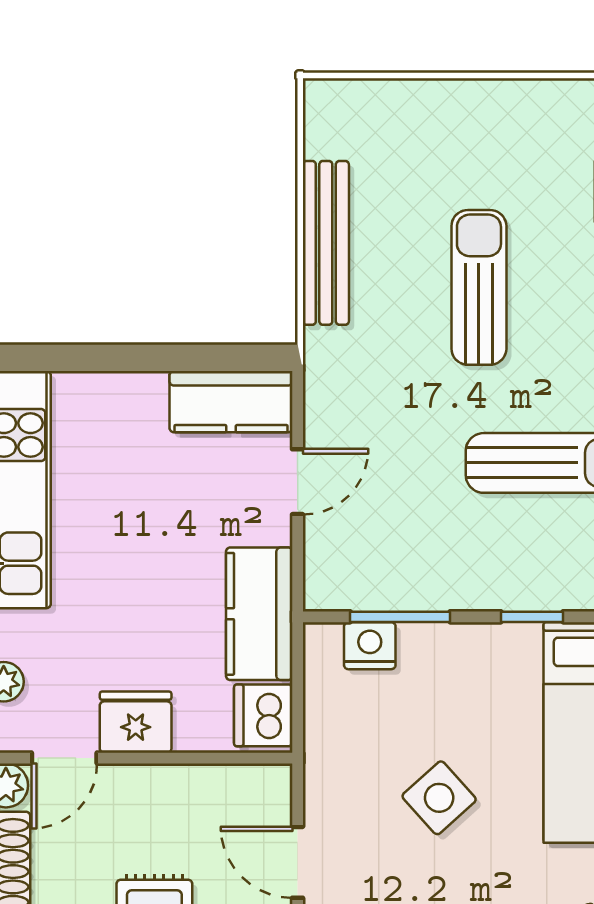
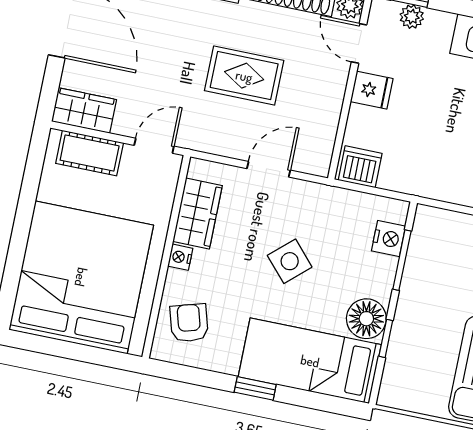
kitchen counter: (259, 614) -> (421, 177), removed
floor lamp: (507, 655) -> (366, 319), added
fridge: (136, 722) -> (372, 90), width x0.72

